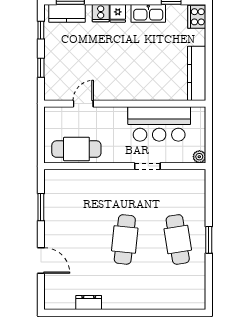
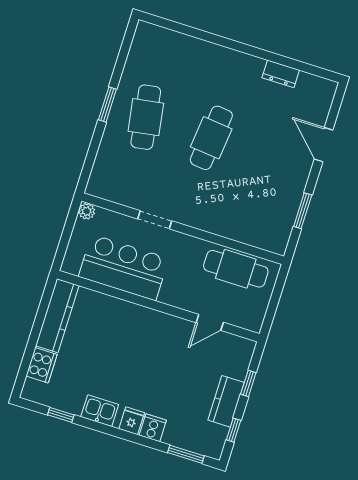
kitchen counter: (67, 13) -> (226, 401), moved, turned -90
kitchen sink: (148, 13) -> (100, 411), width x0.73
cooker: (197, 17) -> (42, 365), moved

